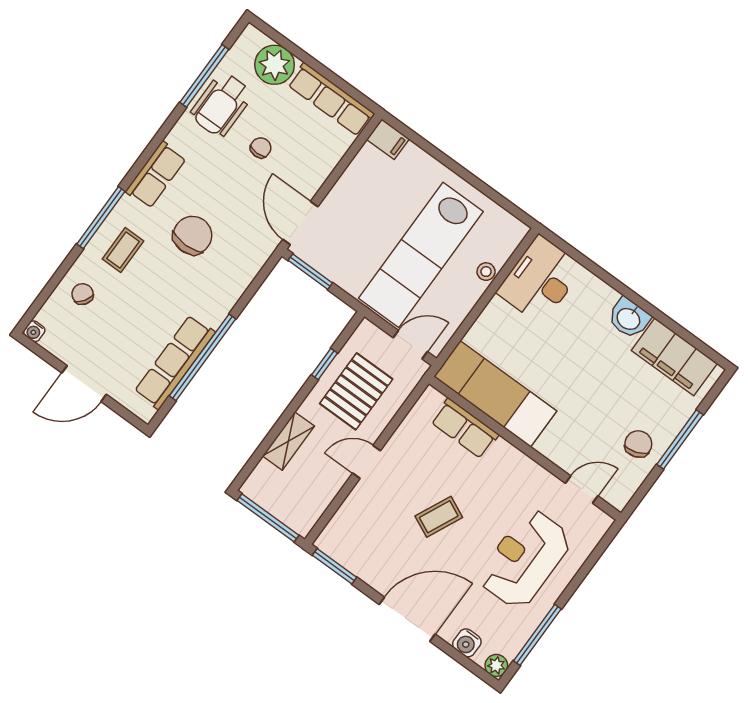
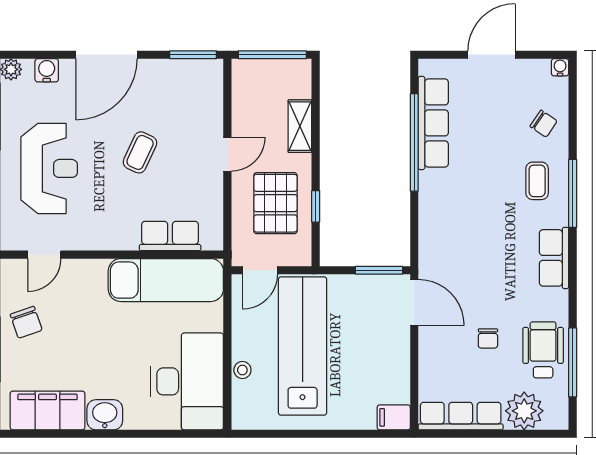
chair: (193, 235) -> (491, 232), removed
desk: (540, 280) -> (187, 381), width x1.36, depth x1.30

